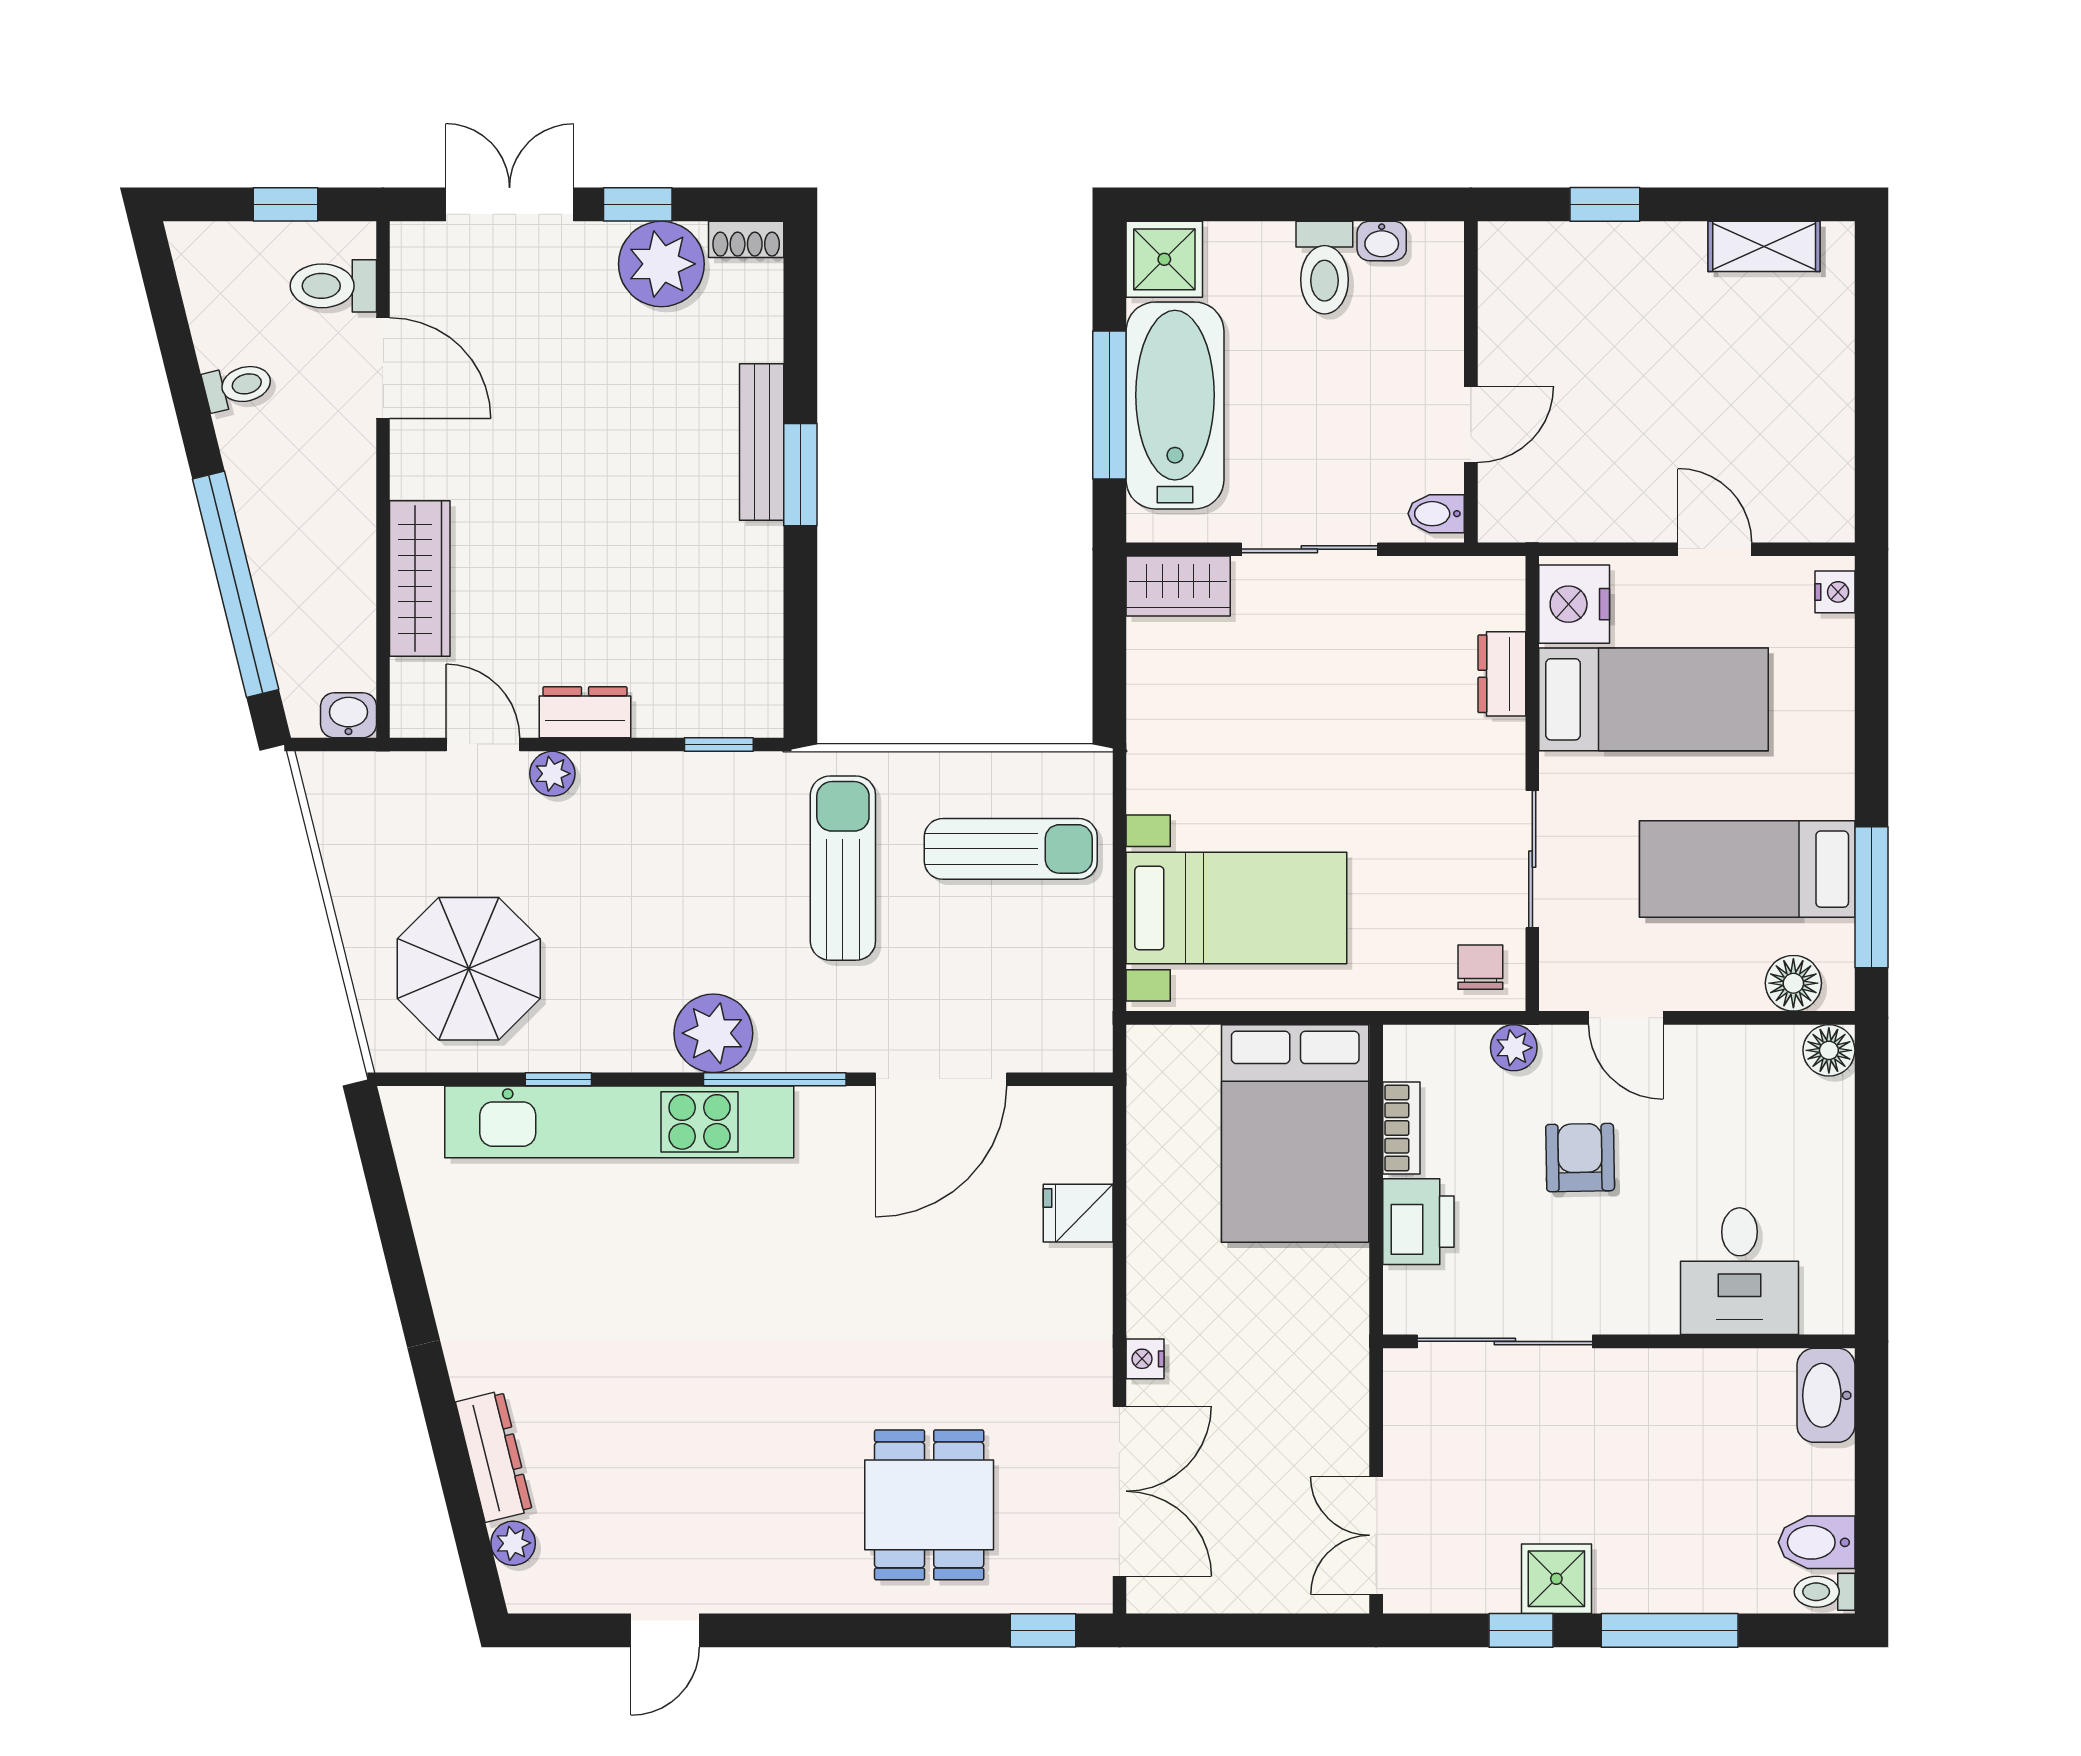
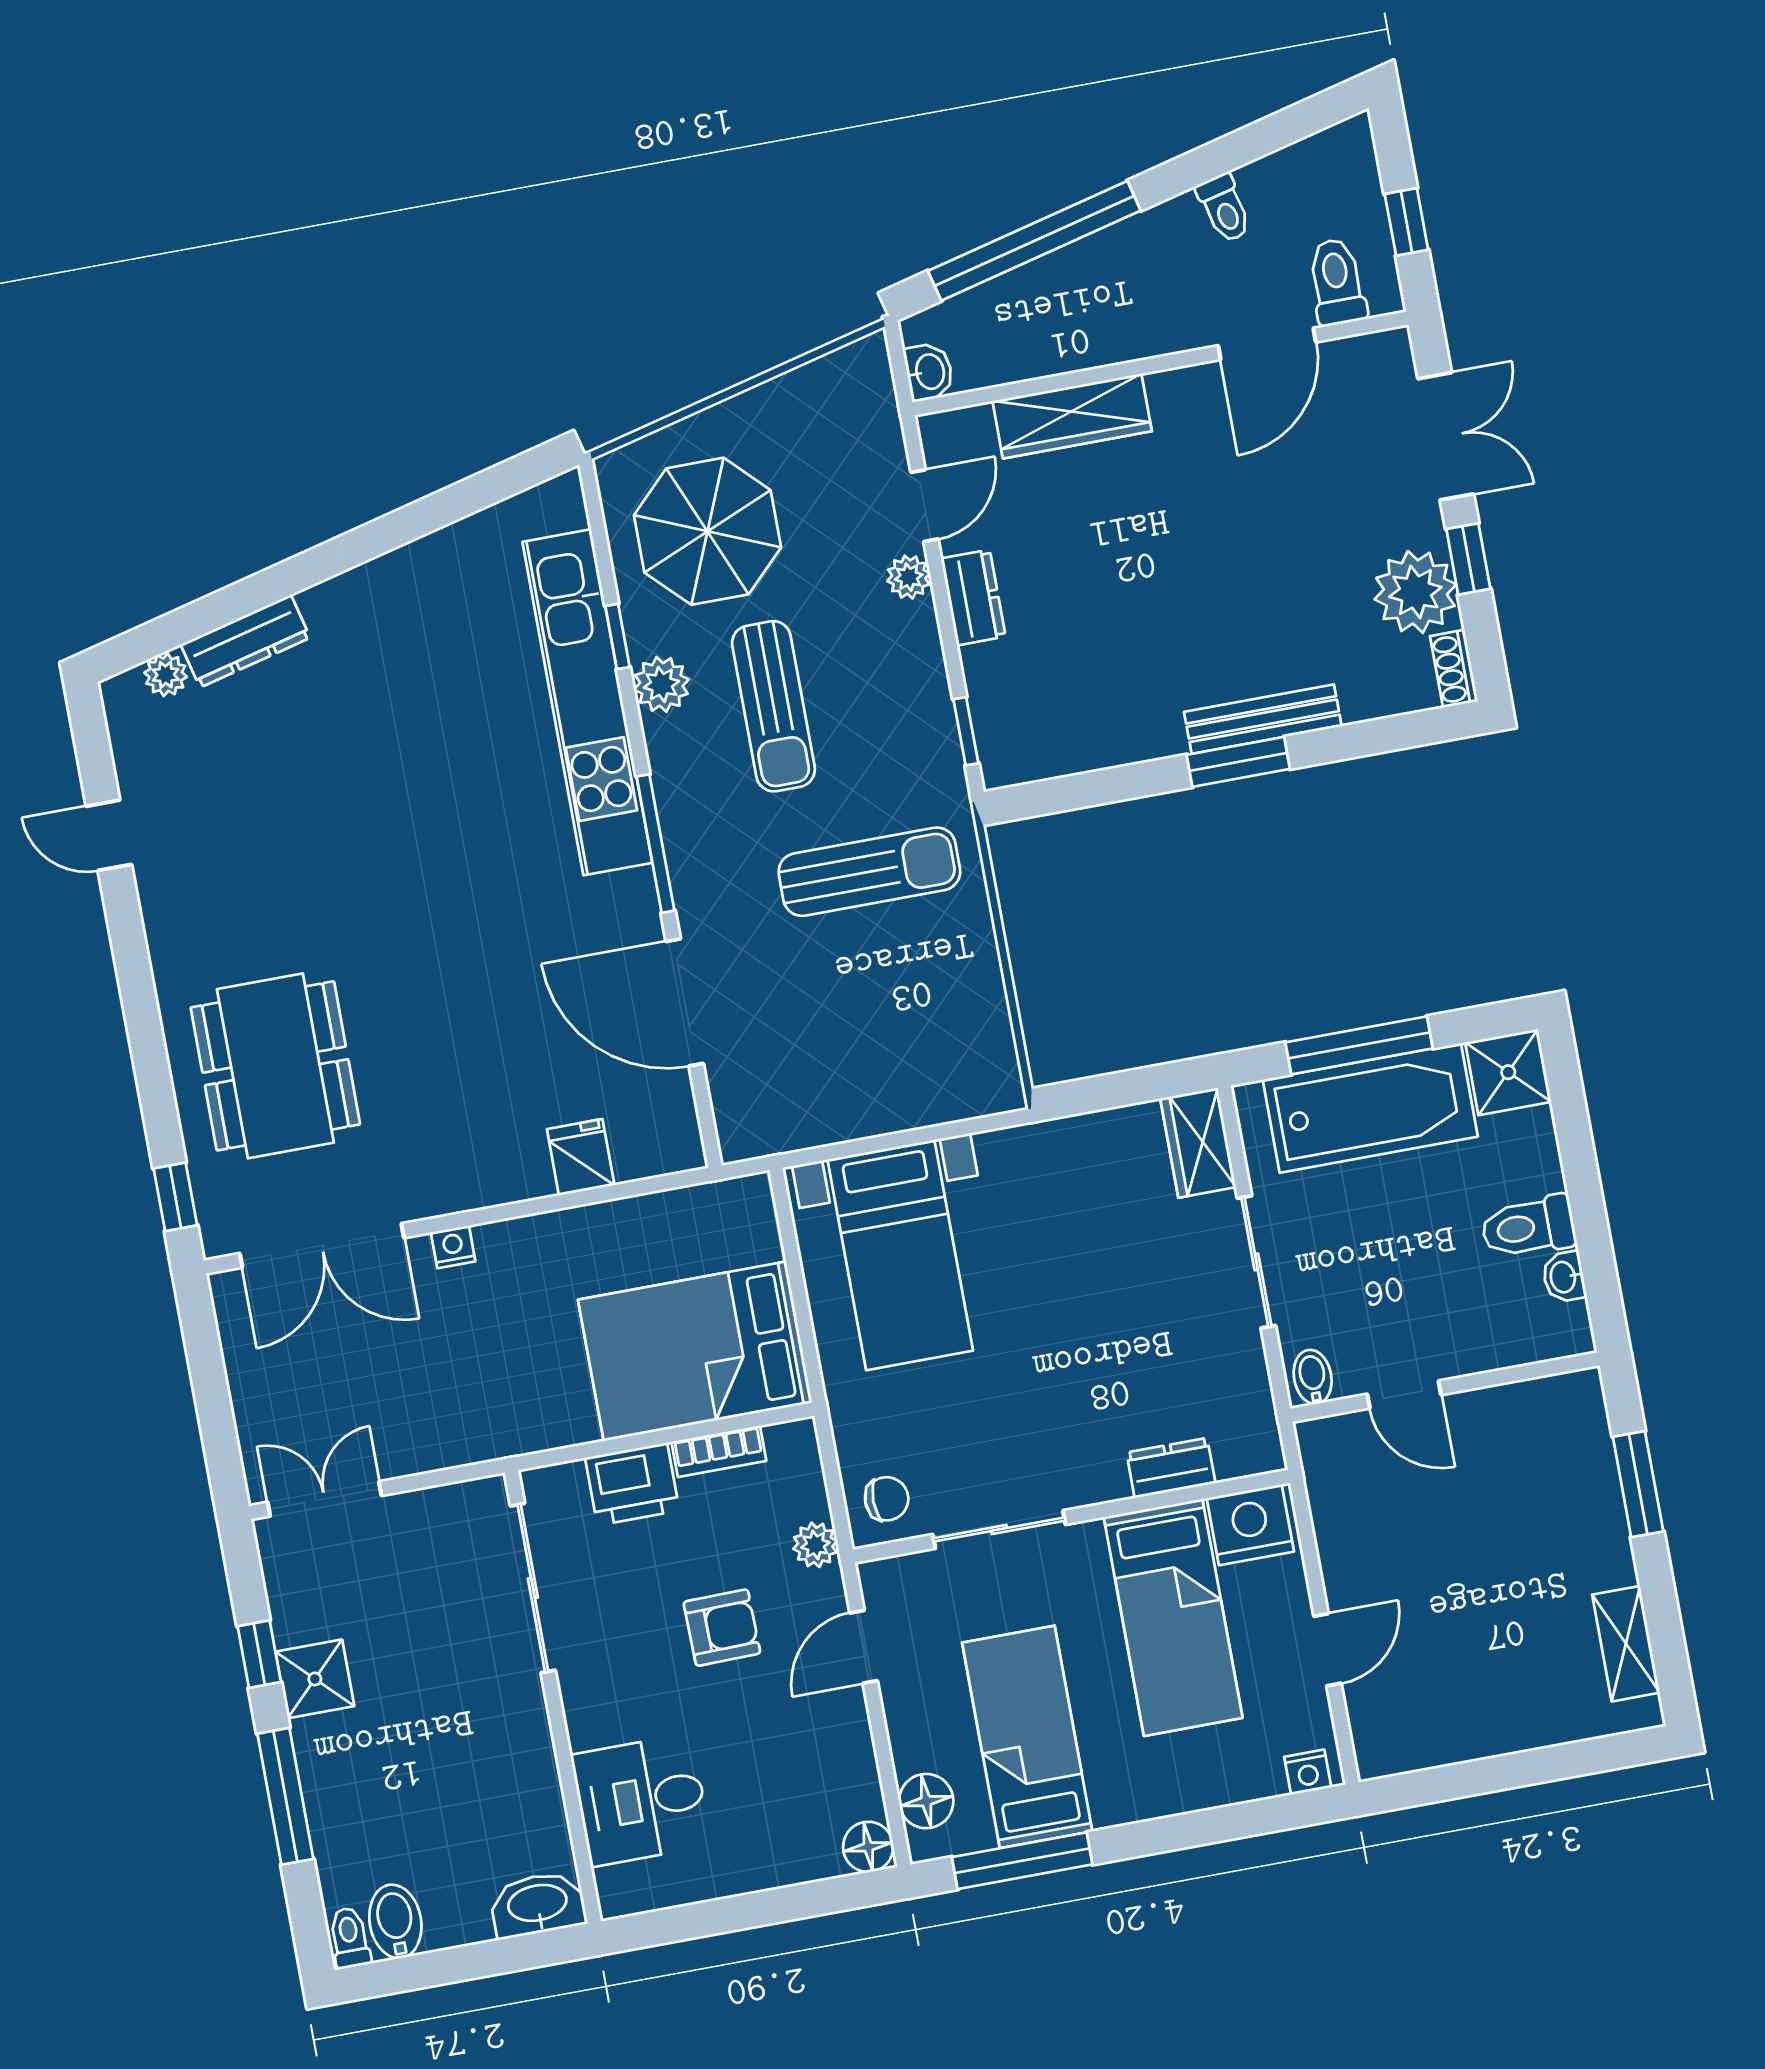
window: (1605, 204) -> (1638, 1484), width x1.50
sun lounger: (1011, 849) -> (773, 706), moved
plant: (713, 1033) -> (661, 684), moved, width x0.73, depth x0.73
dining table: (929, 1505) -> (275, 1066), width x1.38

